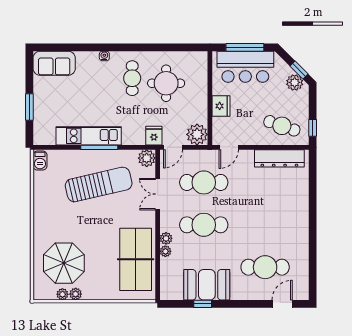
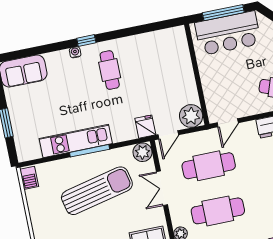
window: (117, 47) -> (86, 41), added
round table: (166, 83) -> (147, 68), removed
fridge: (221, 106) -> (210, 80), removed

